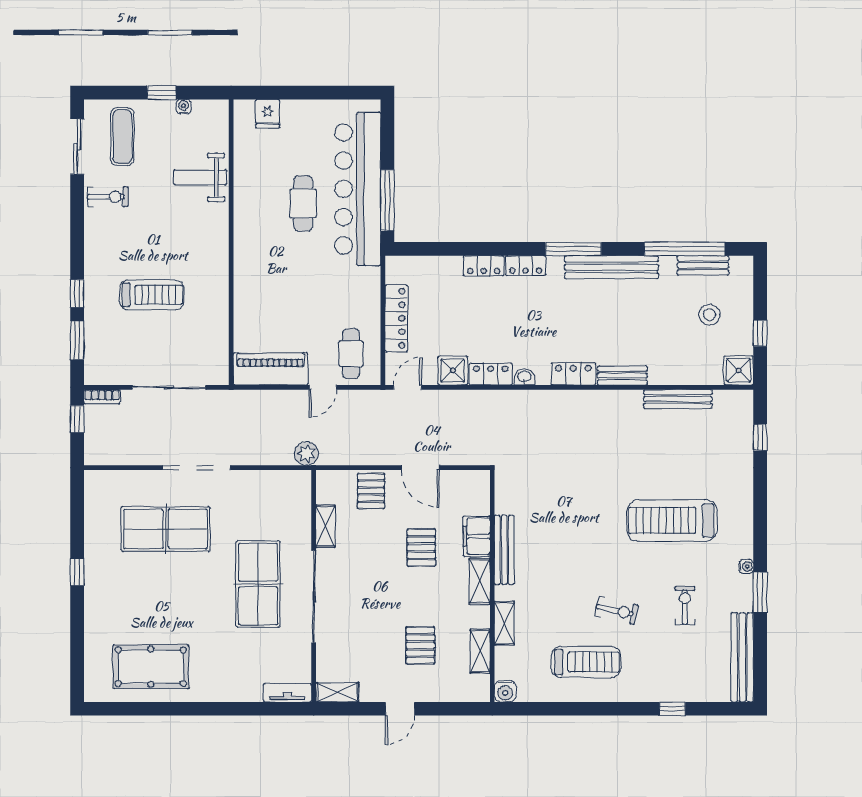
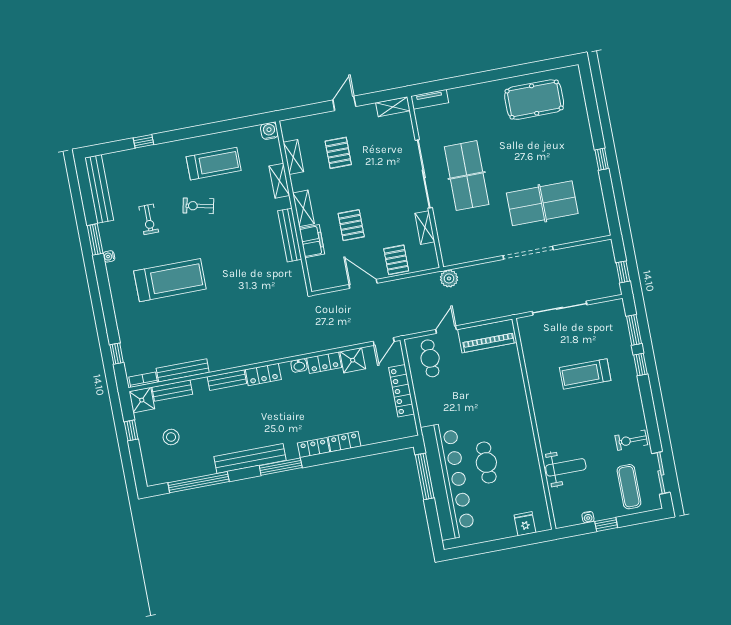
bench: (703, 265) -> (172, 391), moved
bookcase: (102, 397) -> (143, 380), moved
treadmill: (586, 662) -> (214, 164), turned 180

